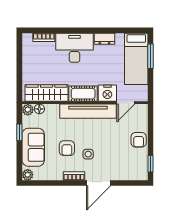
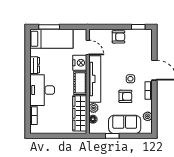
plant: (28, 110) -> (93, 108), moved
plant: (28, 175) -> (148, 116), moved

